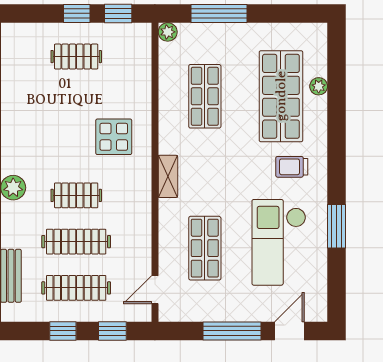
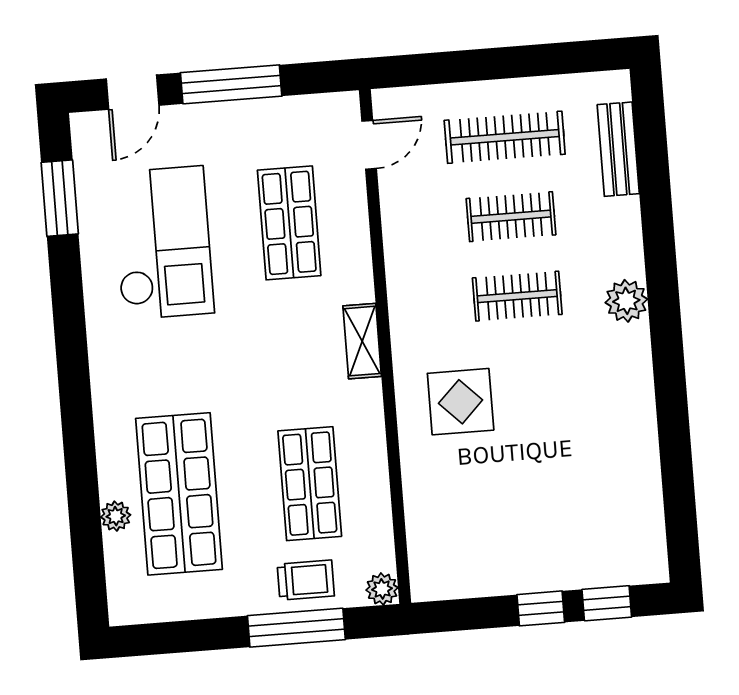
window: (118, 13) -> (607, 603), moved
clothes rail: (76, 57) -> (536, 534), removed
trolley: (292, 167) -> (306, 580), moved
window: (337, 226) -> (60, 198), moved
clothes rail: (76, 242) -> (511, 217), width x0.73
window: (63, 331) -> (522, 62), removed
window: (112, 331) -> (437, 68), removed

